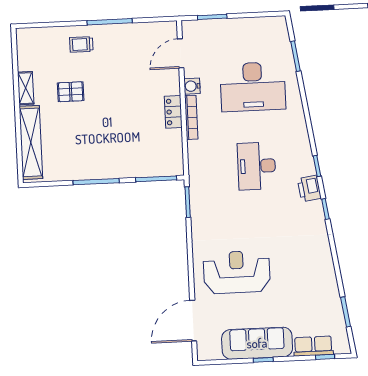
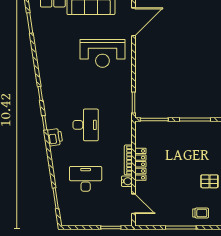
door: (181, 53) -> (134, 204), hinge flipped
desk: (253, 87) -> (86, 179), width x0.73, depth x0.77
locker: (173, 112) -> (140, 164), width x1.53
printer: (309, 188) -> (55, 137), moved

